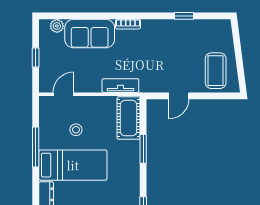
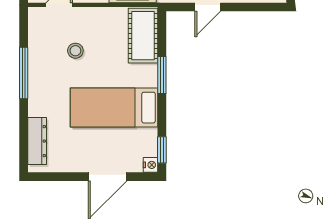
bed: (73, 165) -> (114, 108), moved, turned 180

